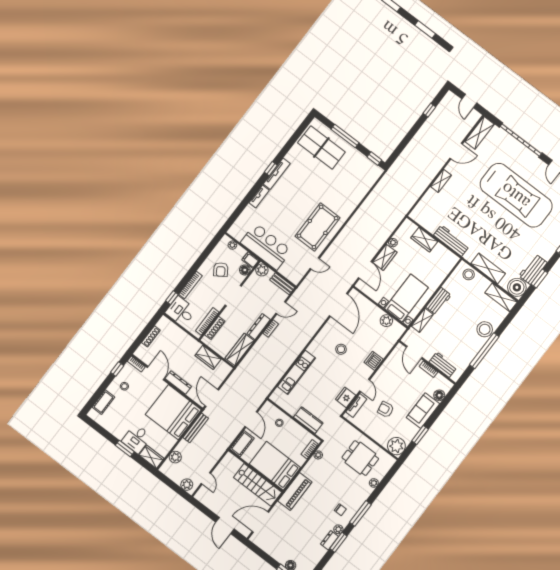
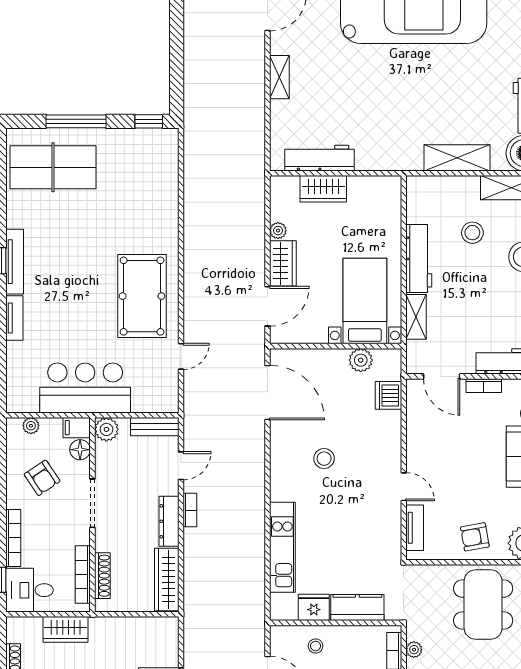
workbench: (451, 241) -> (320, 158), moved
door: (365, 270) -> (268, 306), hinge flipped
stool: (469, 274) -> (472, 233), moved
workbench: (439, 301) -> (419, 259), width x1.38
wardrobe: (208, 357) -> (66, 629), moved
dishwasher: (374, 361) -> (388, 395), moved
fridge: (346, 397) -> (314, 607), moved, turned 90
armchair: (386, 409) -> (475, 537), moved
dining table: (360, 458) -> (483, 605), width x1.38

